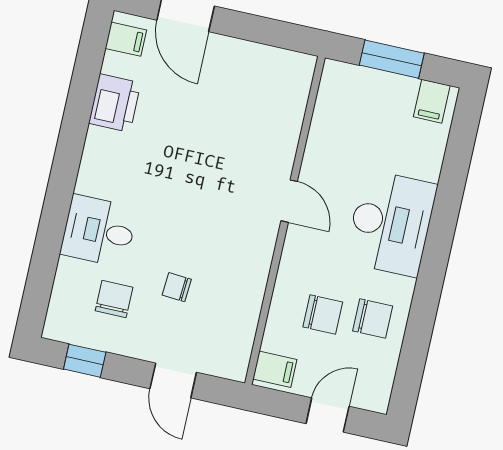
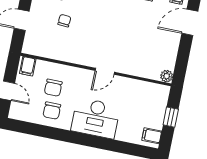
window: (392, 59) -> (171, 117), width x0.67
plant: (302, 66) -> (167, 76), added

